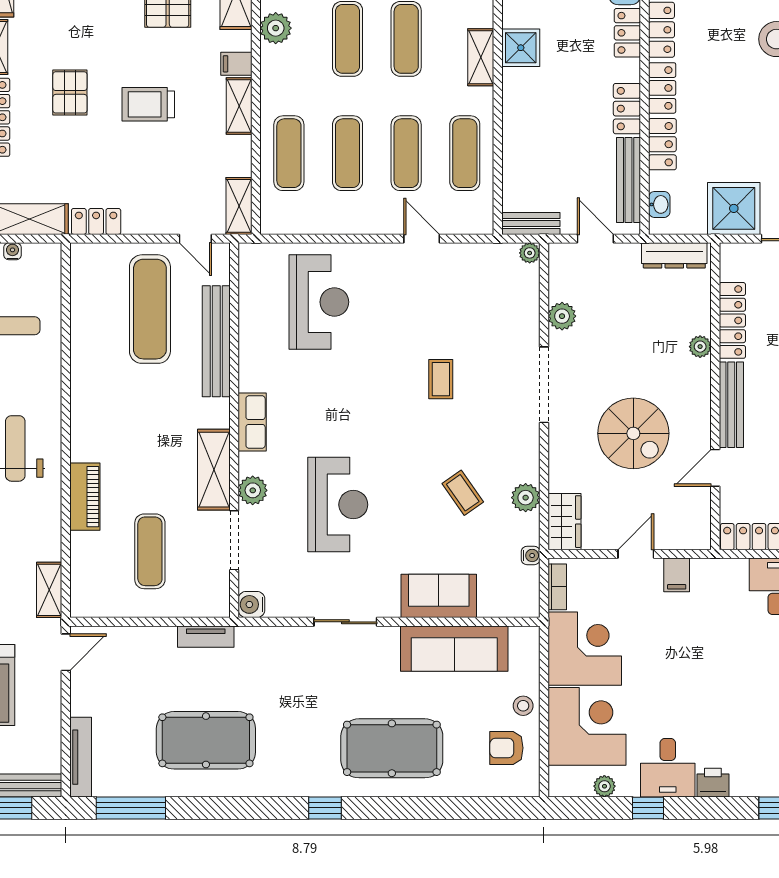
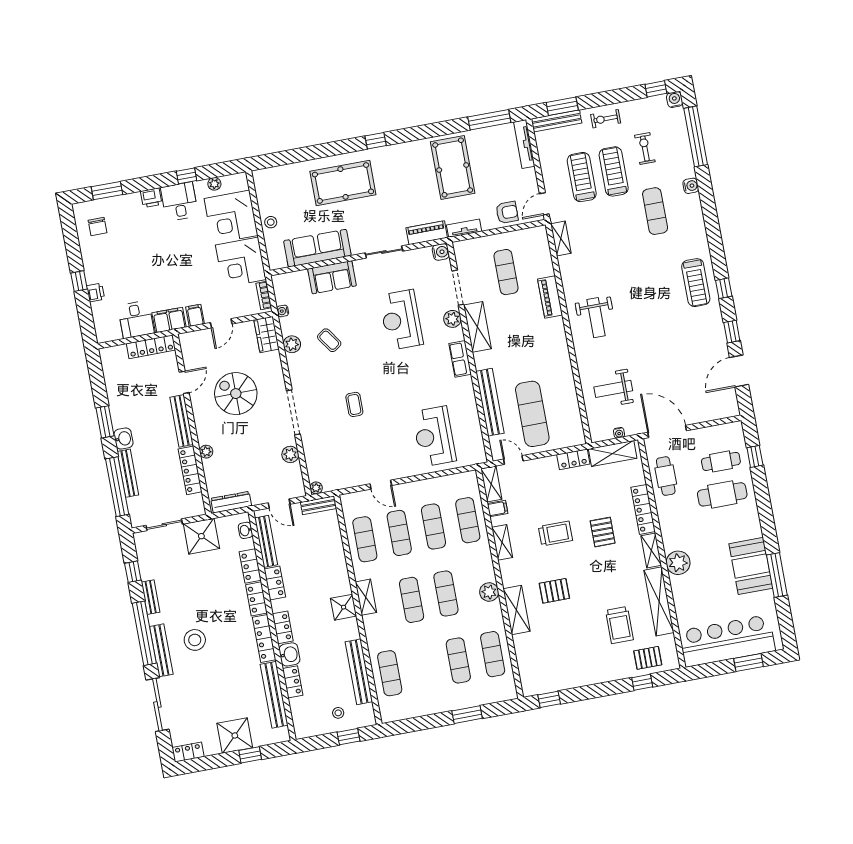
filing cabinet: (236, 64) -> (497, 508), moved
filing cabinet: (721, 575) -> (169, 320), added
piano: (269, 641) -> (427, 233), added
pool table: (206, 740) -> (453, 168), turned 90
armchair: (506, 748) -> (507, 212), moved

